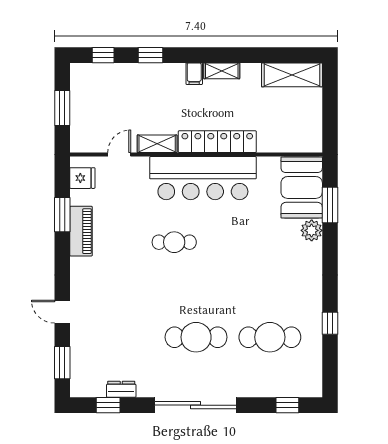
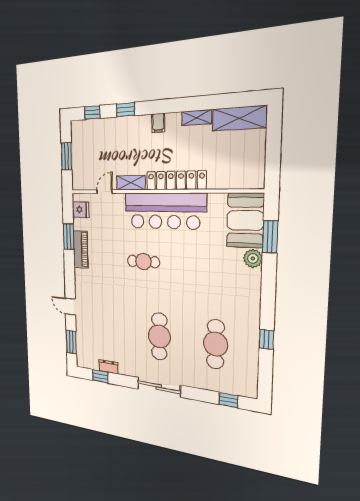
shelving: (222, 71) -> (197, 118), moved
cafe table: (196, 337) -> (159, 336), turned 90
cafe table: (270, 337) -> (216, 344), turned 90
sliding door: (196, 405) -> (159, 387), width x0.73

